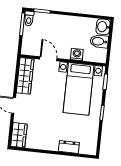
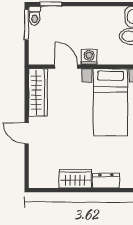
washing machine: (77, 54) -> (89, 57), moved
wardrobe: (19, 135) -> (75, 179), moved, turned -90

